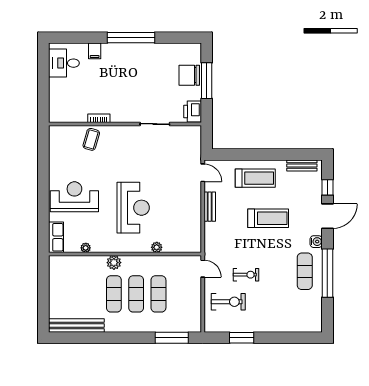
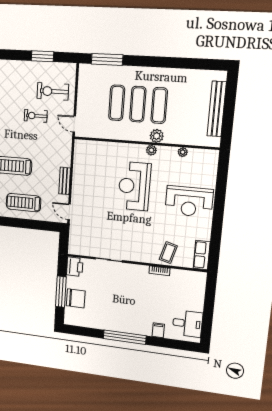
row of seats: (56, 237) -> (202, 255), moved
plant: (157, 247) -> (151, 150), moved
bench: (76, 326) -> (217, 109), moved, turned 90

